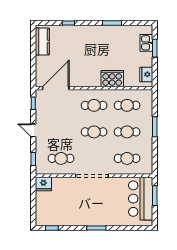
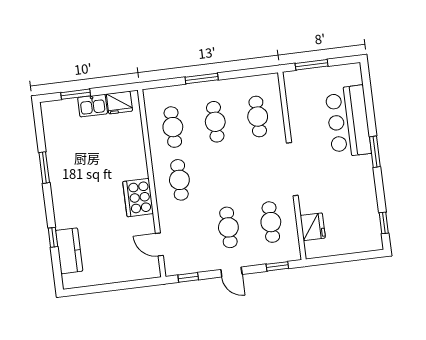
kitchen counter: (42, 41) -> (69, 251), moved, turned 90
kitchen sink: (146, 43) -> (93, 106), moved
cooker: (112, 79) -> (138, 198), moved
door: (56, 88) -> (159, 245), width x0.53
door: (33, 130) -> (231, 272), hinge flipped
cafe table: (94, 132) -> (228, 227), moved
fridge: (43, 184) -> (313, 227), moved
bar counter: (141, 199) -> (348, 121), moved, turned 90

